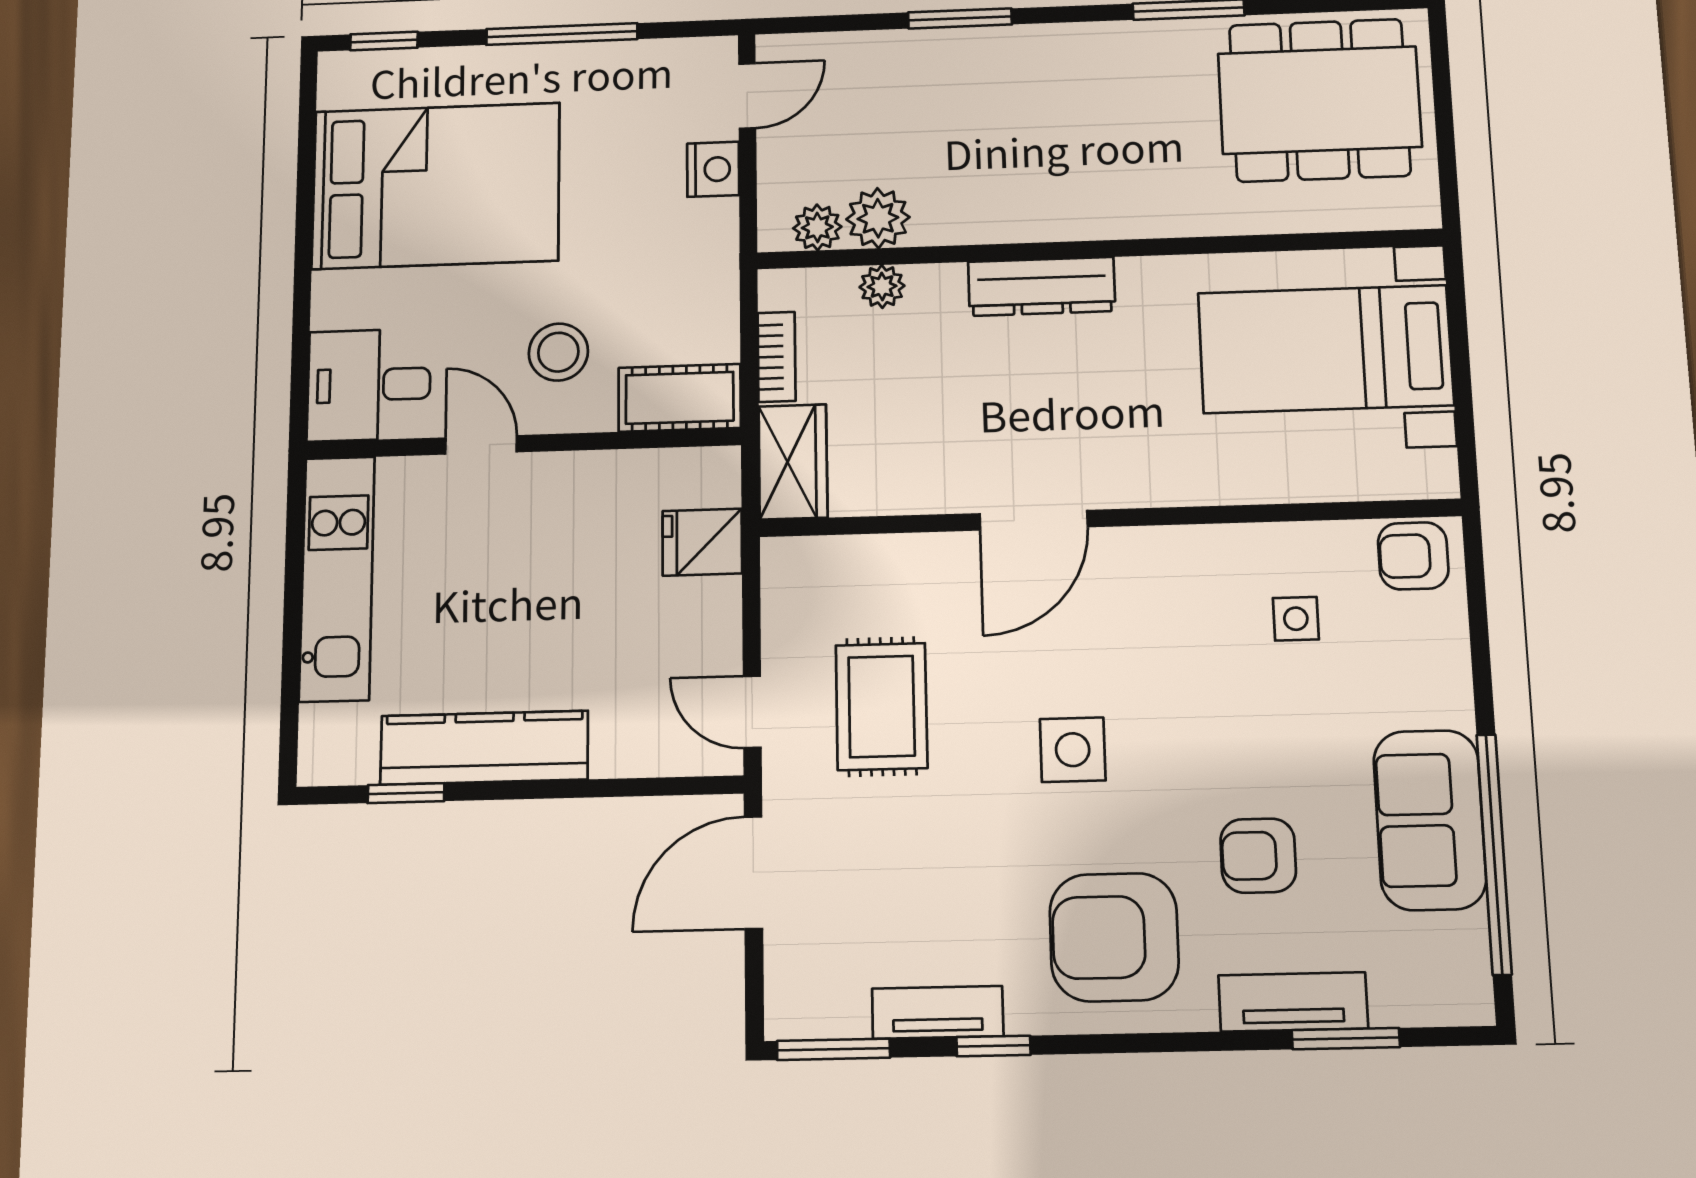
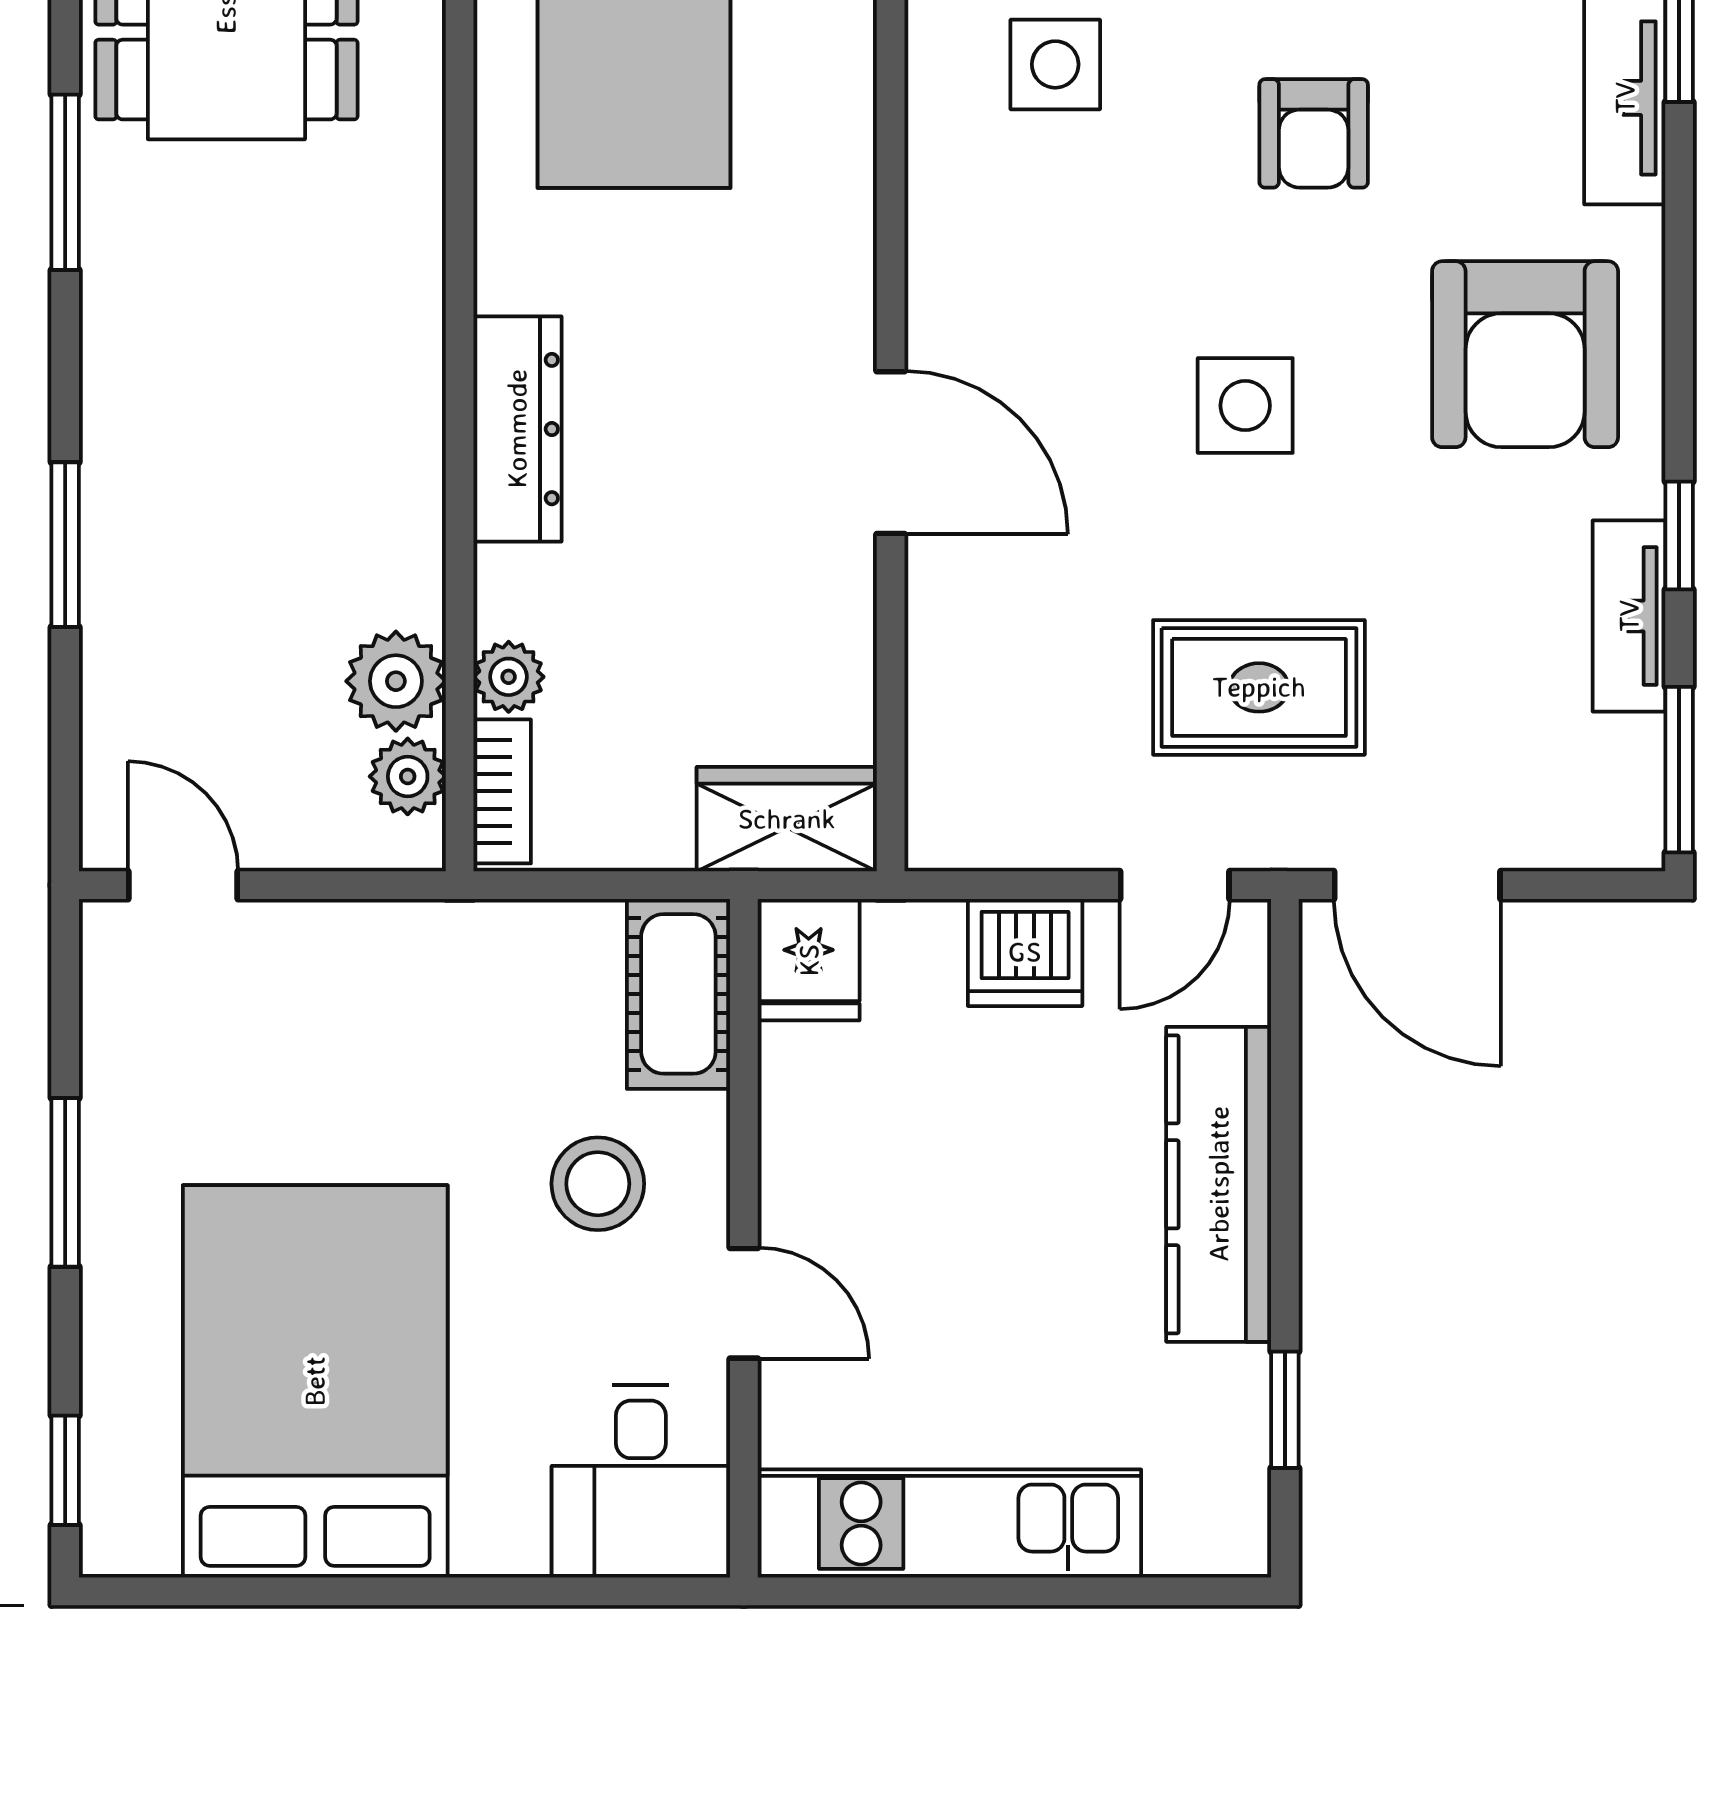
window: (562, 34) -> (65, 1182), width x0.69
nightstand: (713, 169) -> (305, 940), removed
bookcase: (777, 357) -> (502, 791), moved, turned 90
door: (481, 445) -> (744, 1303), swing flipped
fridge: (702, 542) -> (809, 960), moved
dishwasher: (707, 616) -> (1025, 952), added
side table: (1296, 619) -> (1055, 64), width x1.37, depth x1.37
rug: (882, 706) -> (1259, 687), moved
kitchen counter: (484, 748) -> (1219, 1184), moved
armchair: (1258, 856) -> (1314, 133), moved

